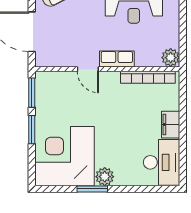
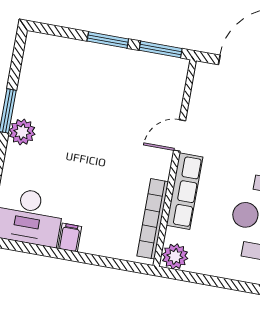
row of seats: (117, 59) -> (184, 191), width x1.48
filing cabinet: (171, 125) -> (70, 238), width x0.50
corner desk: (65, 156) -> (62, 80), removed

